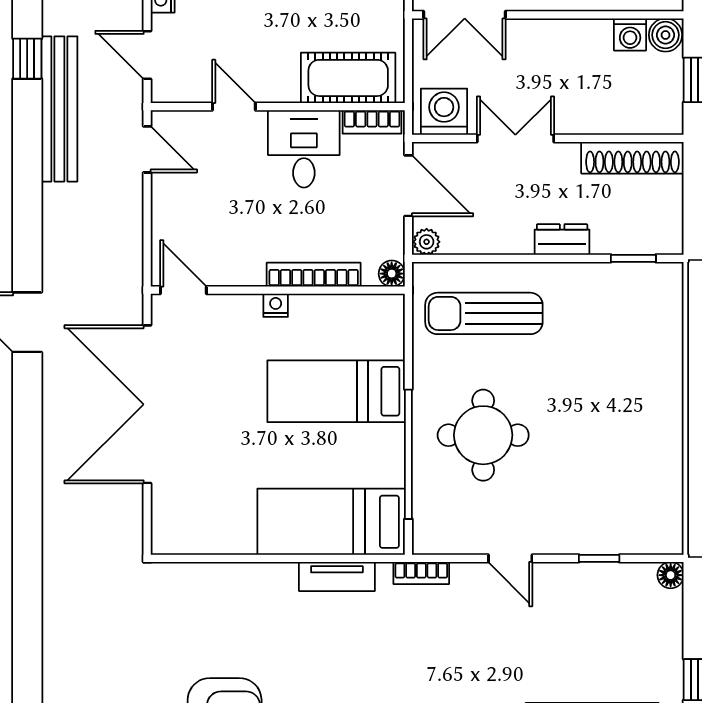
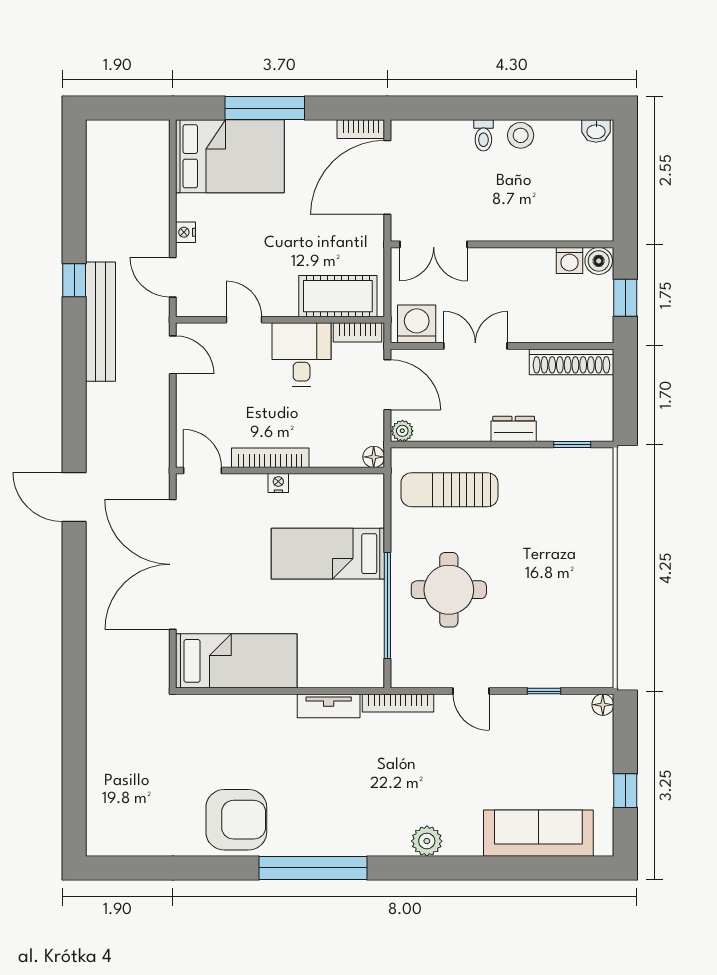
bookcase: (314, 275) -> (270, 458), moved
bed: (331, 522) -> (236, 661), moved, turned 180
bookcase: (421, 573) -> (398, 703), width x1.56

